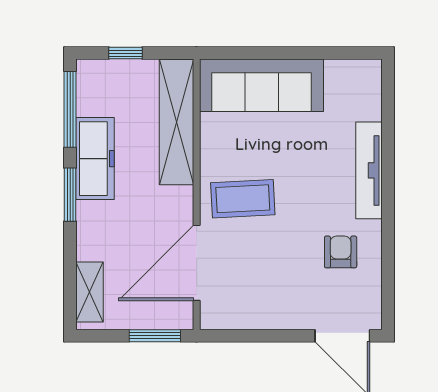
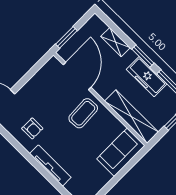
sofa: (262, 85) -> (121, 152), width x0.73
shelving: (89, 292) -> (115, 42), moved

